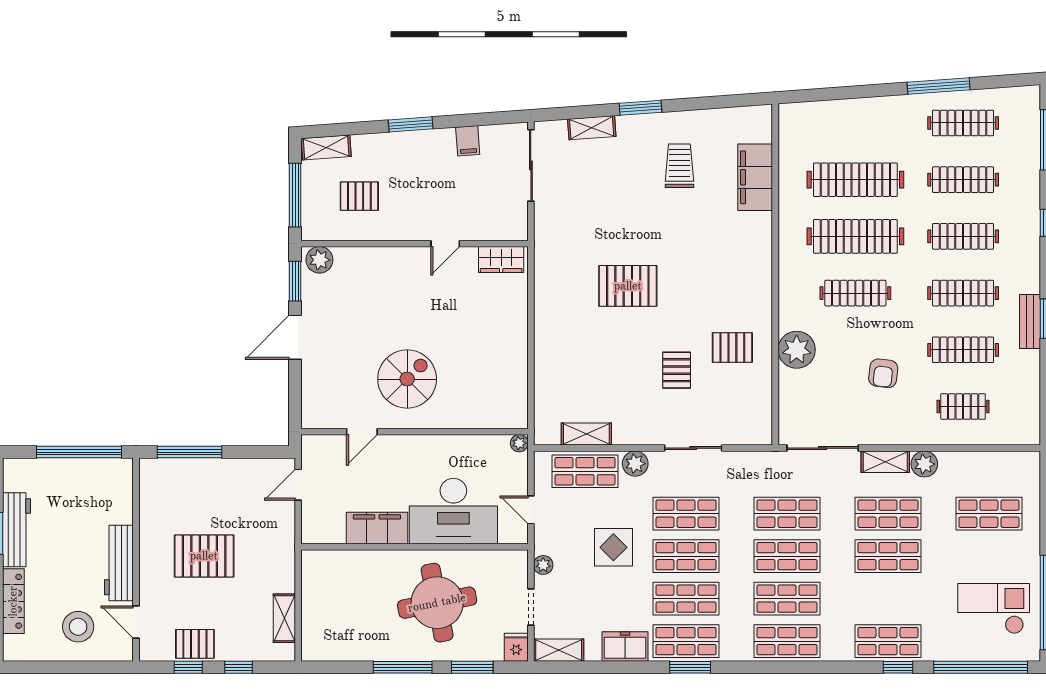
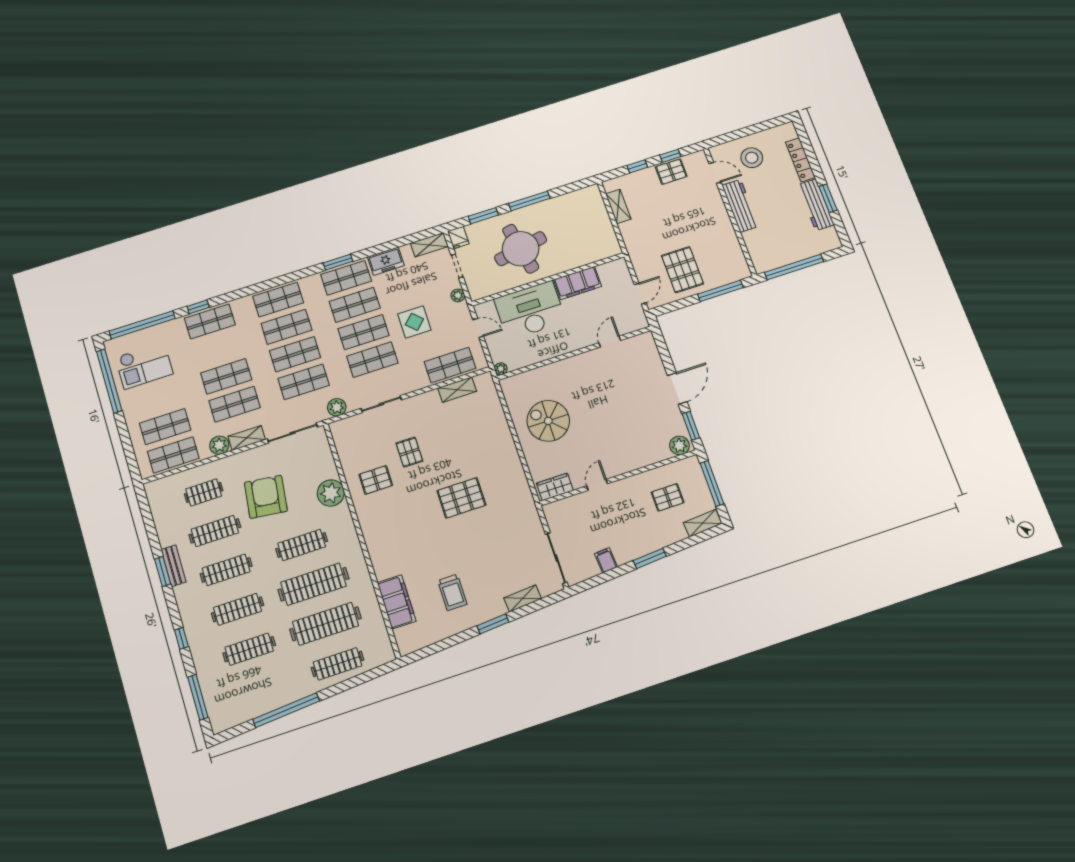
window: (939, 86) -> (286, 710), width x1.46
clothes rail: (963, 123) -> (338, 664), moved
armchair: (883, 373) -> (266, 497), width x1.88, depth x1.88
spiral stairs: (407, 379) -> (548, 421), moved, turned 90
plant: (635, 464) -> (337, 407), moved
shop shelf: (989, 471) -> (173, 455), added
pallet: (204, 556) -> (682, 270), moved, turned 90

